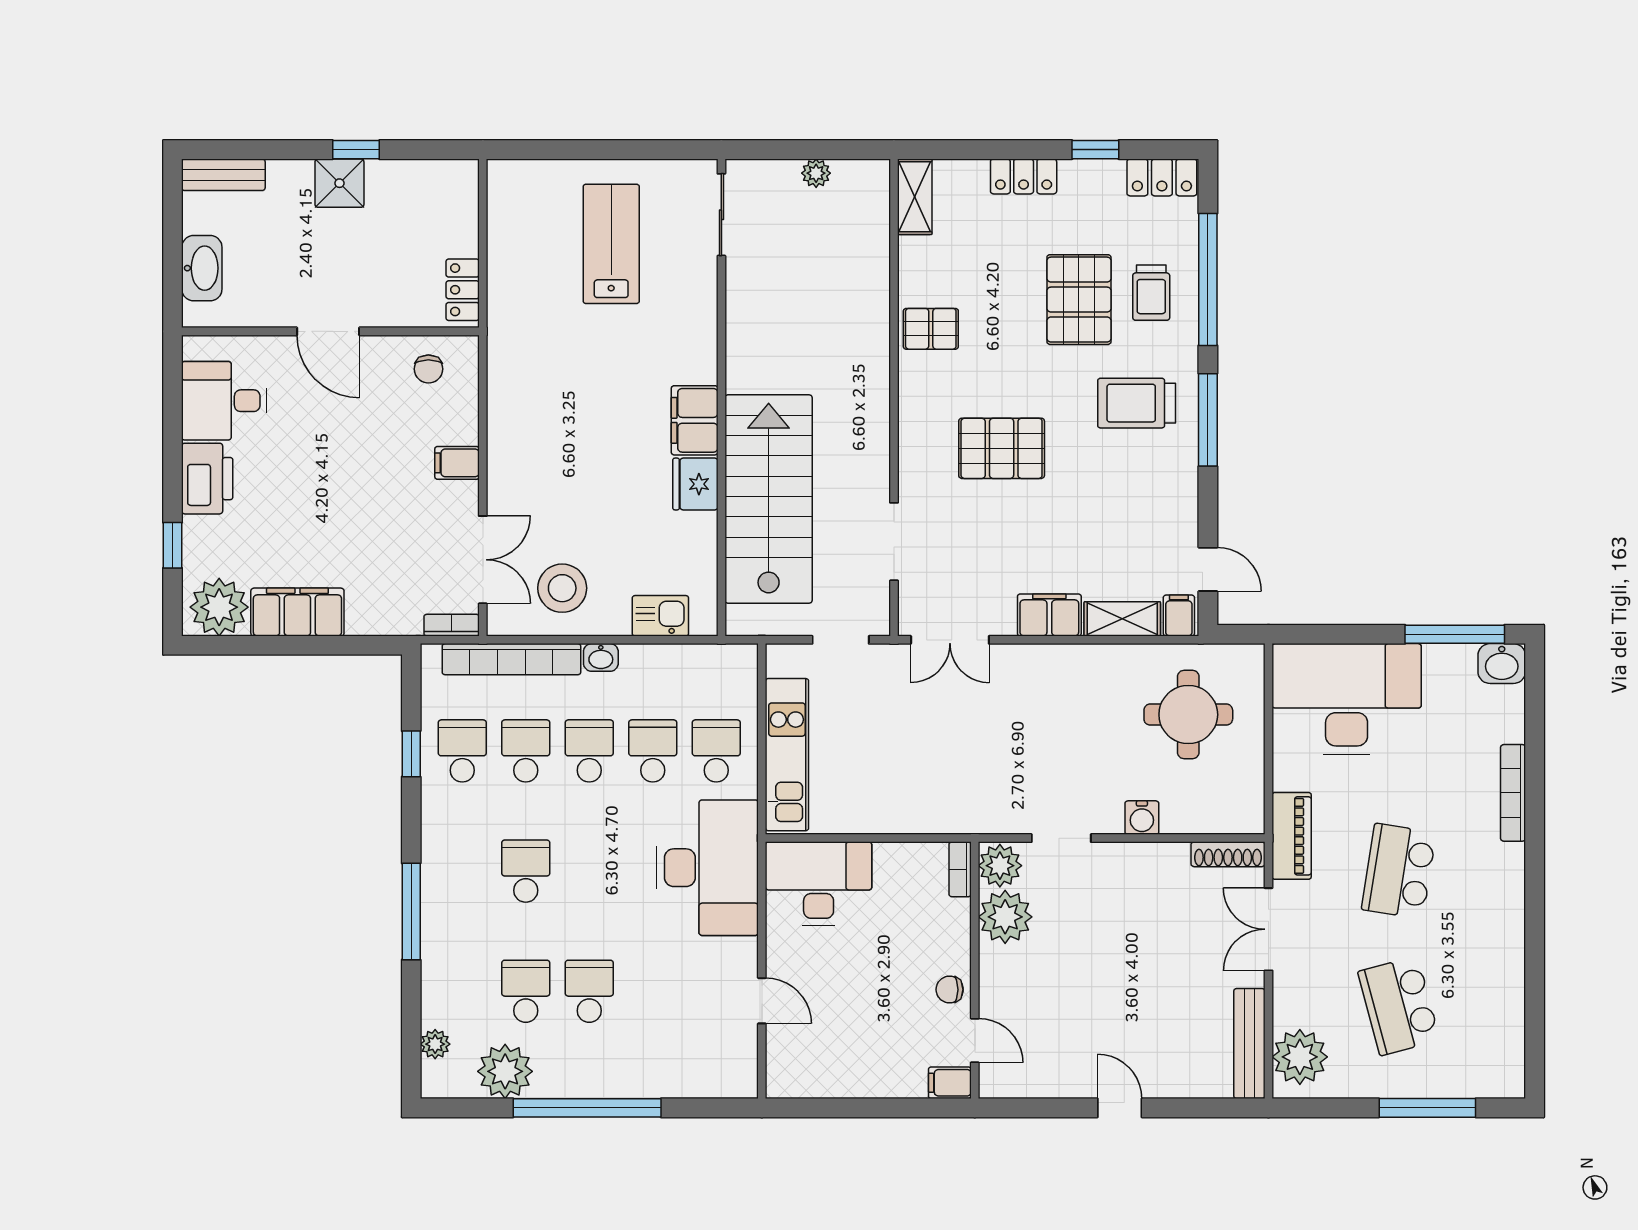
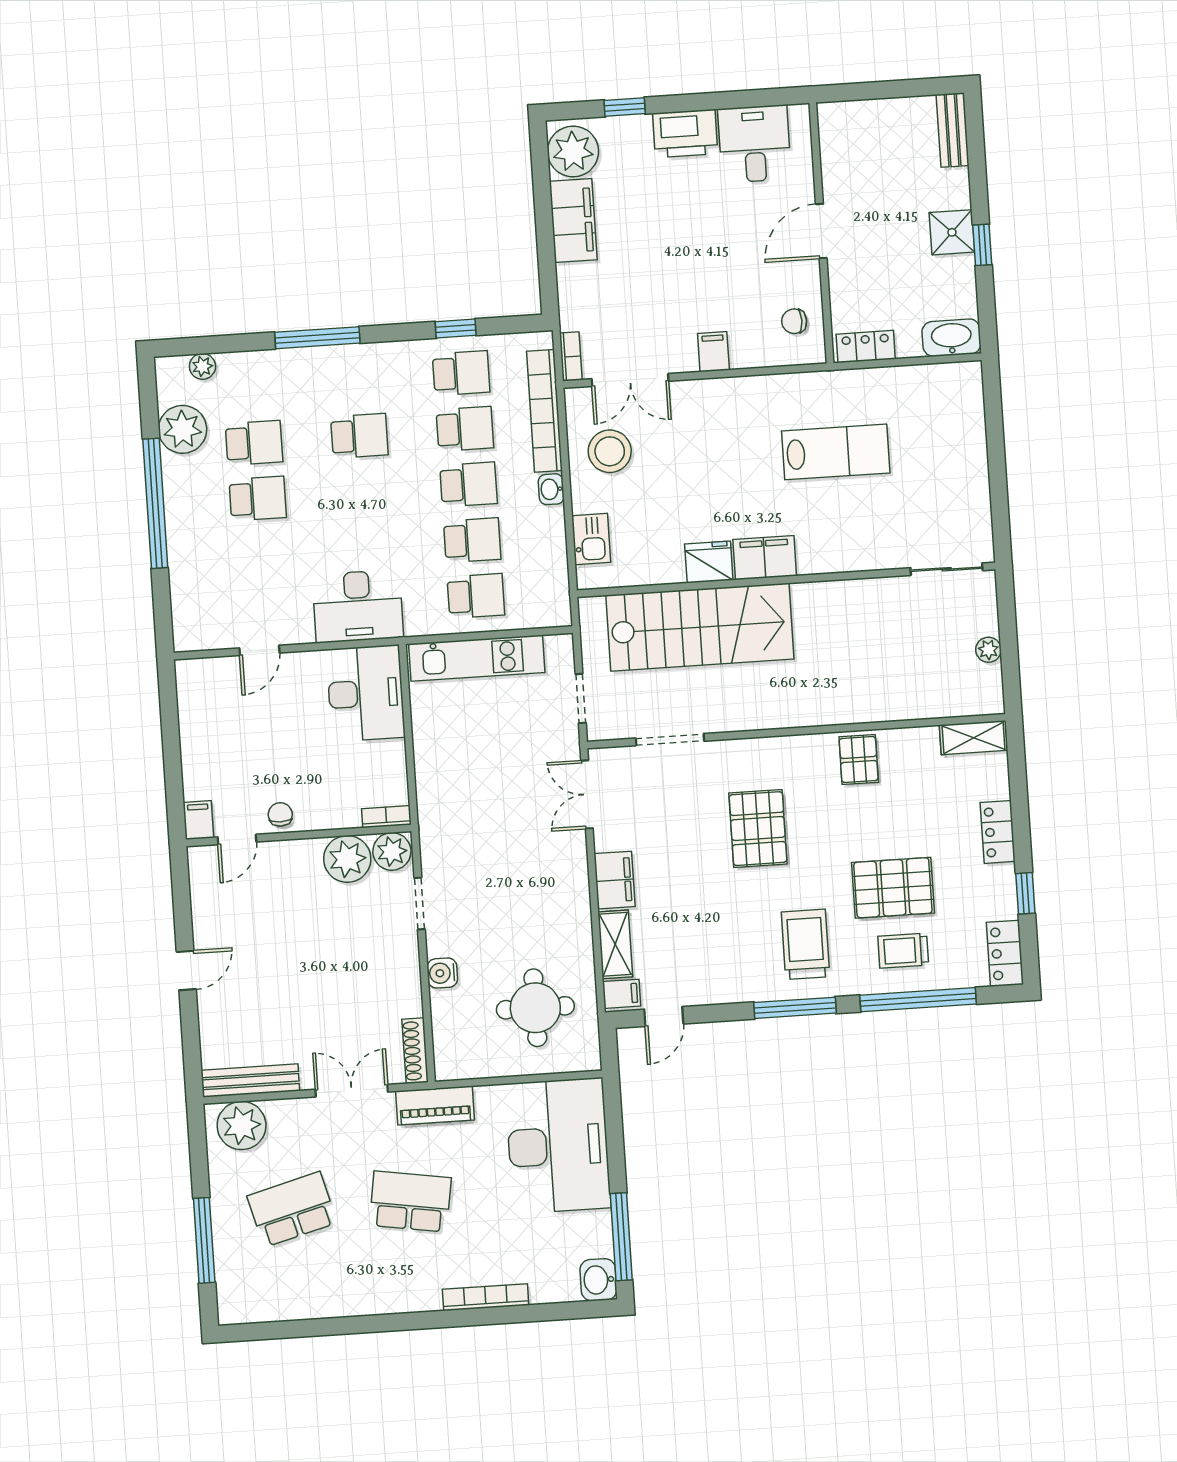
lab bench: (611, 244) -> (836, 452), moved
washbasin: (202, 268) -> (951, 338), moved, turned 180
desk: (707, 868) -> (358, 606), width x0.73, depth x0.77

